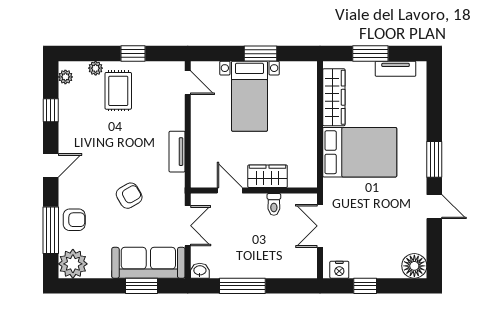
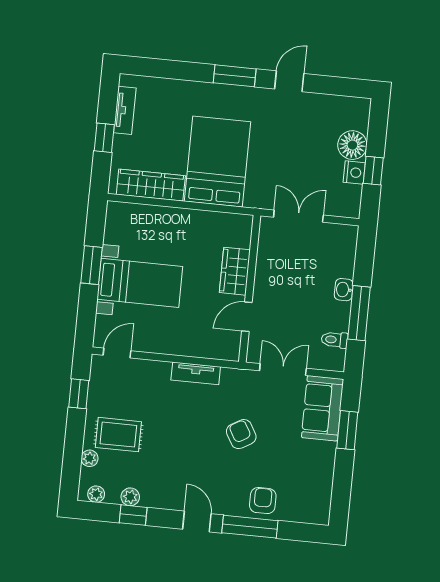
window: (133, 54) -> (79, 394), moved
window: (370, 54) -> (104, 138), width x0.67
toilet: (274, 204) -> (335, 340), moved, turned 180
double door: (320, 226) -> (298, 216), swing flipped
window: (51, 230) -> (250, 527), moved
sofa: (148, 263) -> (322, 408), width x0.73
plant: (73, 264) -> (130, 497), moved, width x0.53, depth x0.53
floor lamp: (414, 266) -> (352, 145), moved
nightstand: (339, 270) -> (354, 173), moved
washbasin: (200, 271) -> (344, 290), moved

